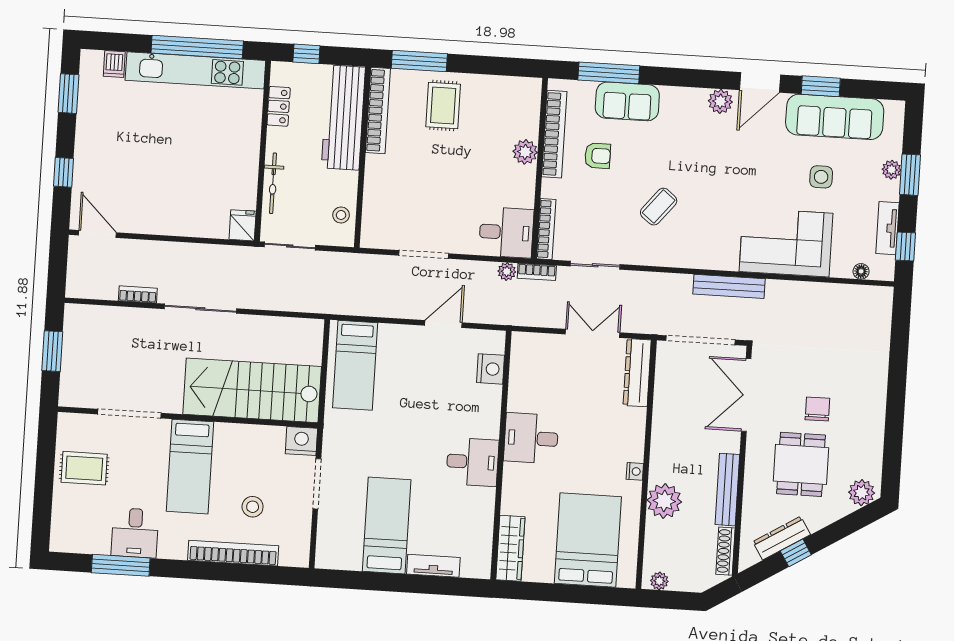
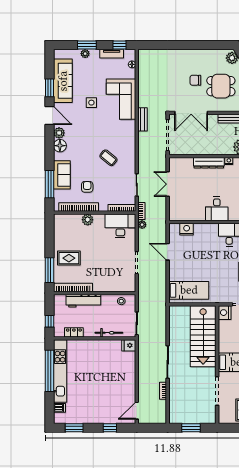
floor lamp: (692, 101) -> (60, 146), added
workbench: (343, 118) -> (83, 301), width x0.73, depth x0.76
side table: (821, 177) -> (91, 103), moved
desk: (506, 232) -> (120, 226), width x1.37
bench: (729, 286) -> (142, 119), width x0.73
dresser: (637, 373) -> (209, 163), moved

